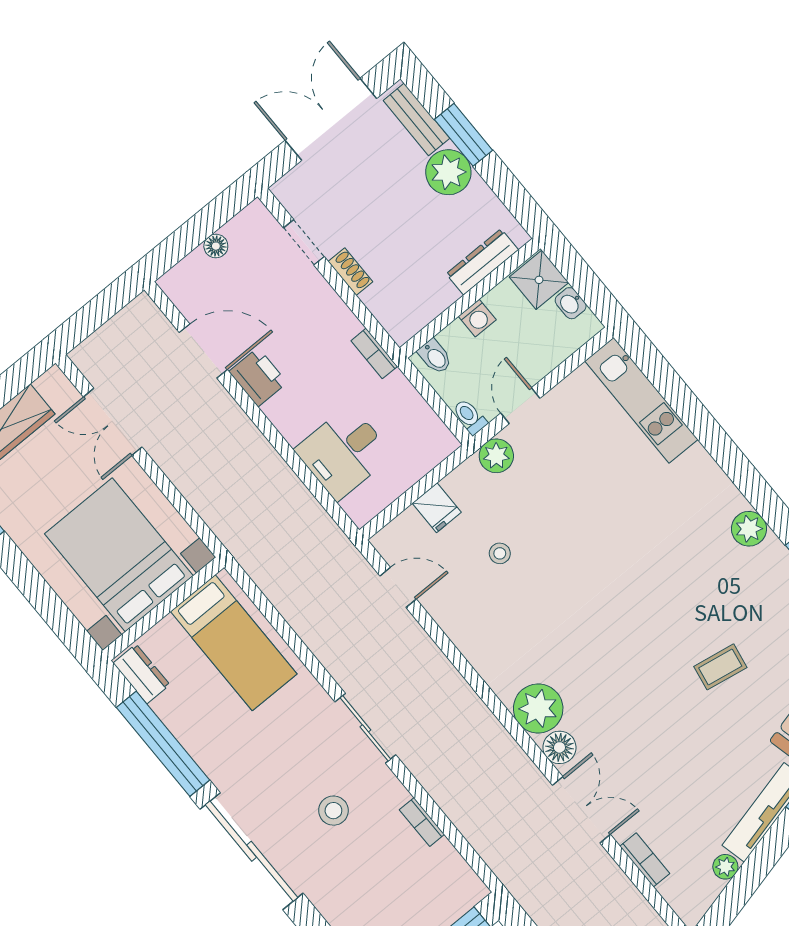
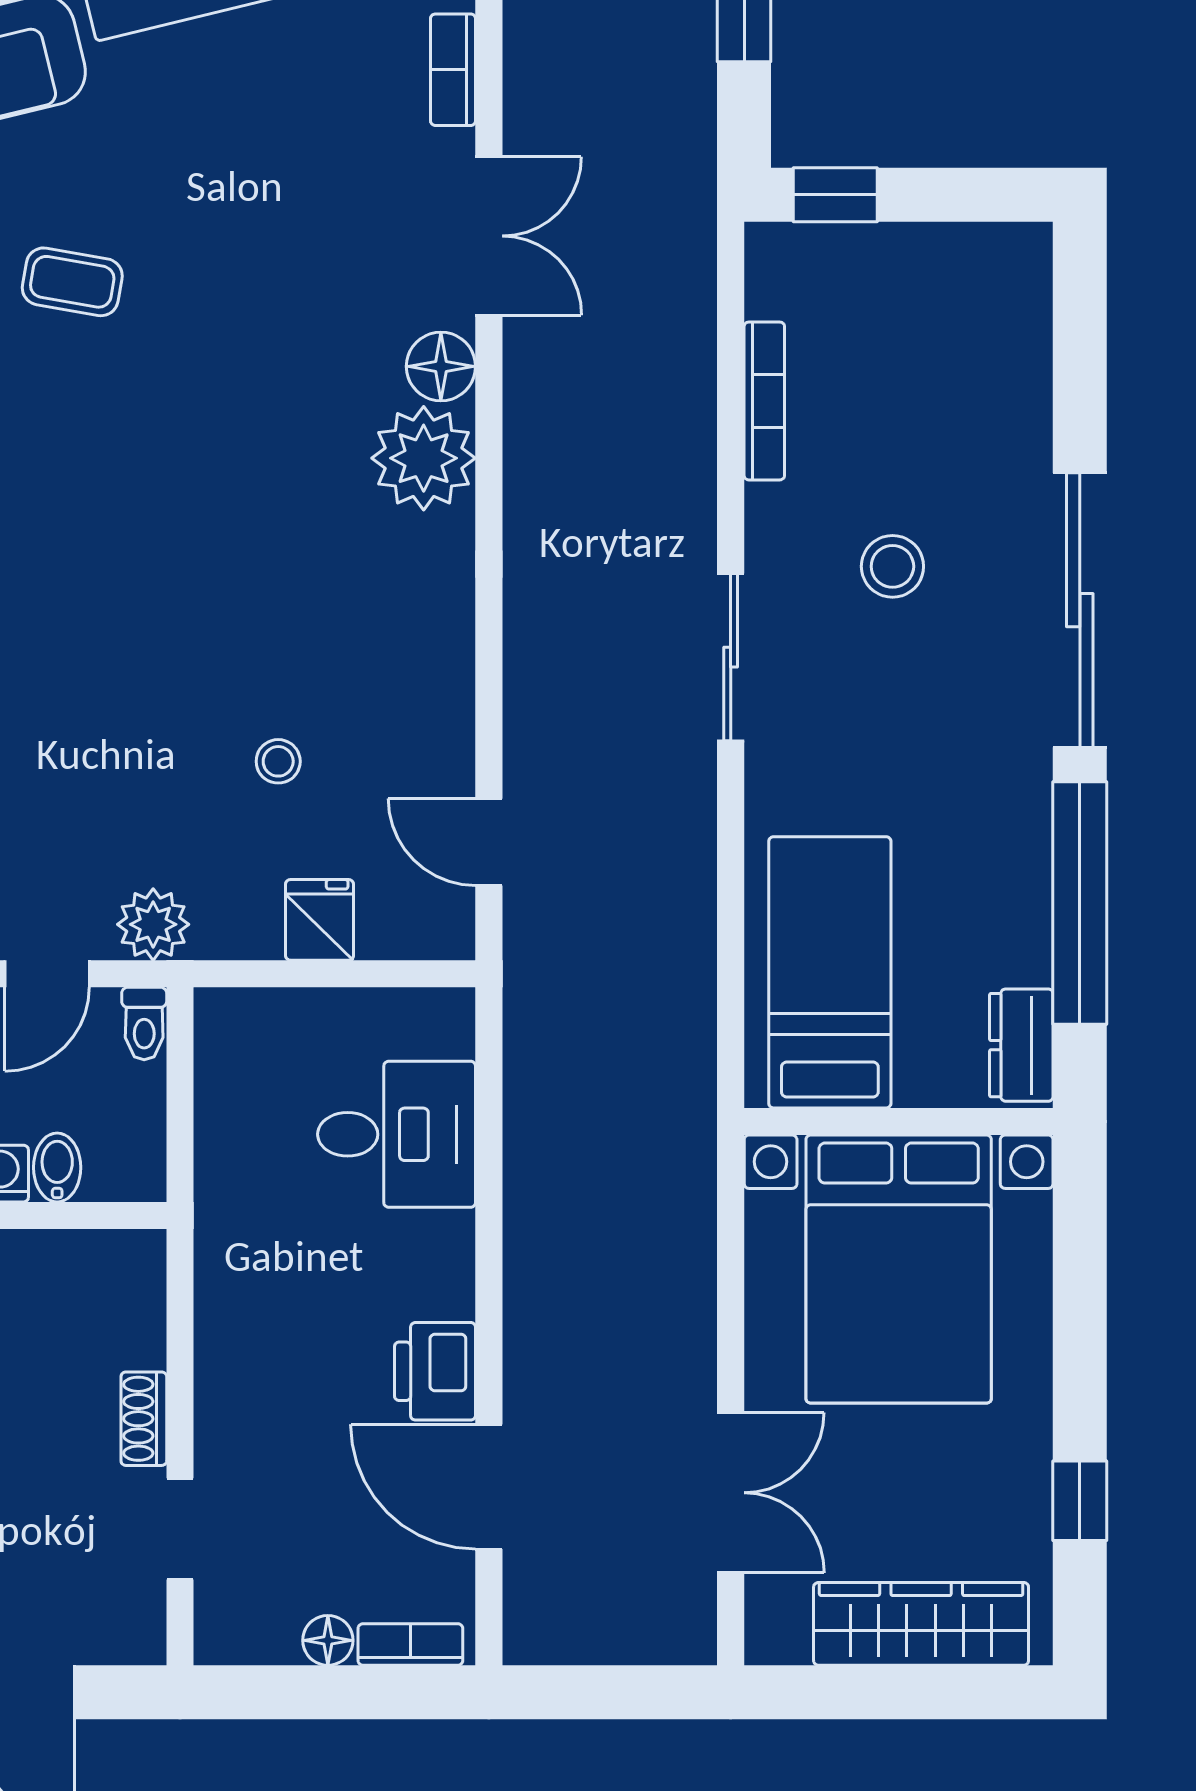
bookcase: (374, 353) -> (410, 1644), moved, turned -90
bidet: (435, 357) -> (57, 1167), moved
double door: (581, 810) -> (489, 236), swing flipped
bookcase: (422, 822) -> (764, 401), width x1.56

